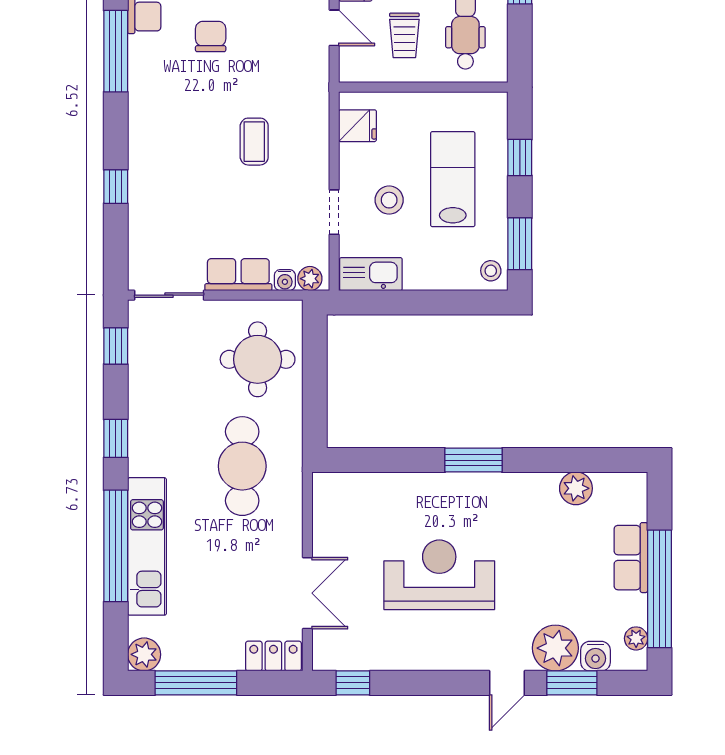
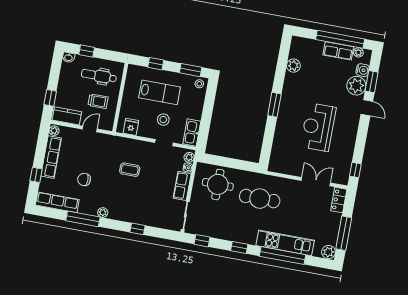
plant: (140, 96) -> (103, 212), added
lab bench: (453, 179) -> (160, 92), turned 180
row of seats: (631, 558) -> (338, 51), moved

